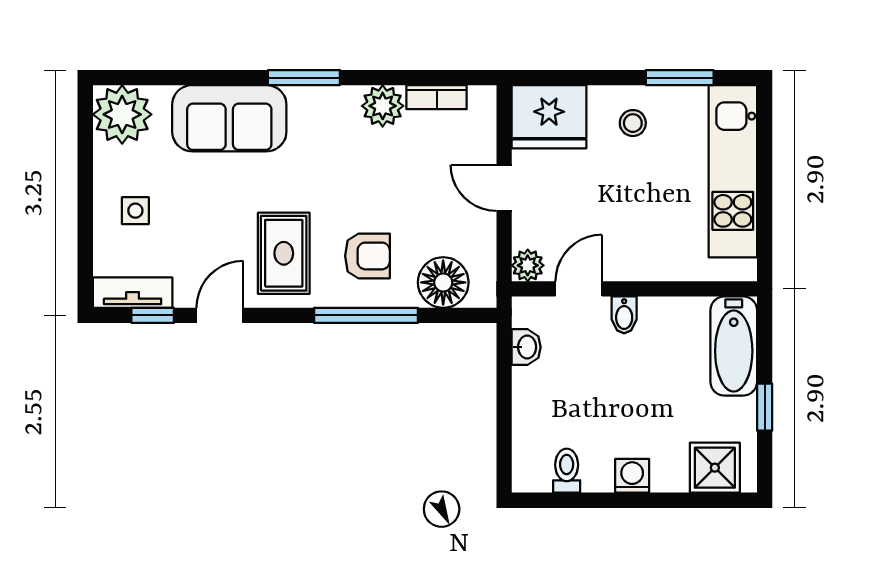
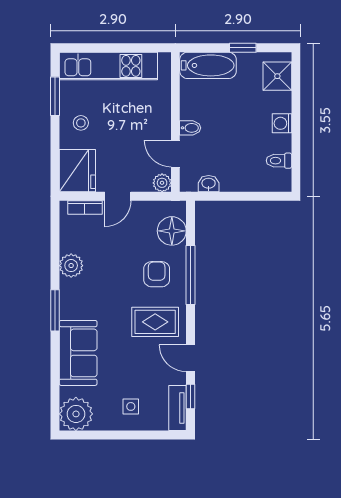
bookcase: (437, 97) -> (85, 207), moved, turned 90

